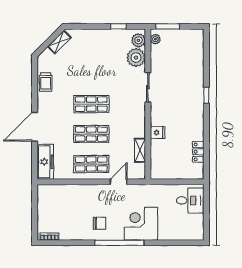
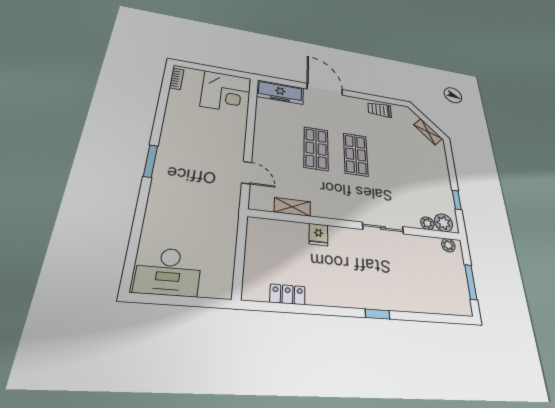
window: (168, 26) -> (471, 282), moved
plant: (136, 58) -> (427, 223), width x0.53, depth x0.53
shop shelf: (91, 164) -> (275, 142), removed
desk: (190, 200) -> (168, 272), moved, width x1.37
chair: (100, 223) -> (186, 140), removed
corner desk: (141, 224) -> (226, 92), moved, turned 90
window: (119, 243) -> (151, 161), width x0.47

